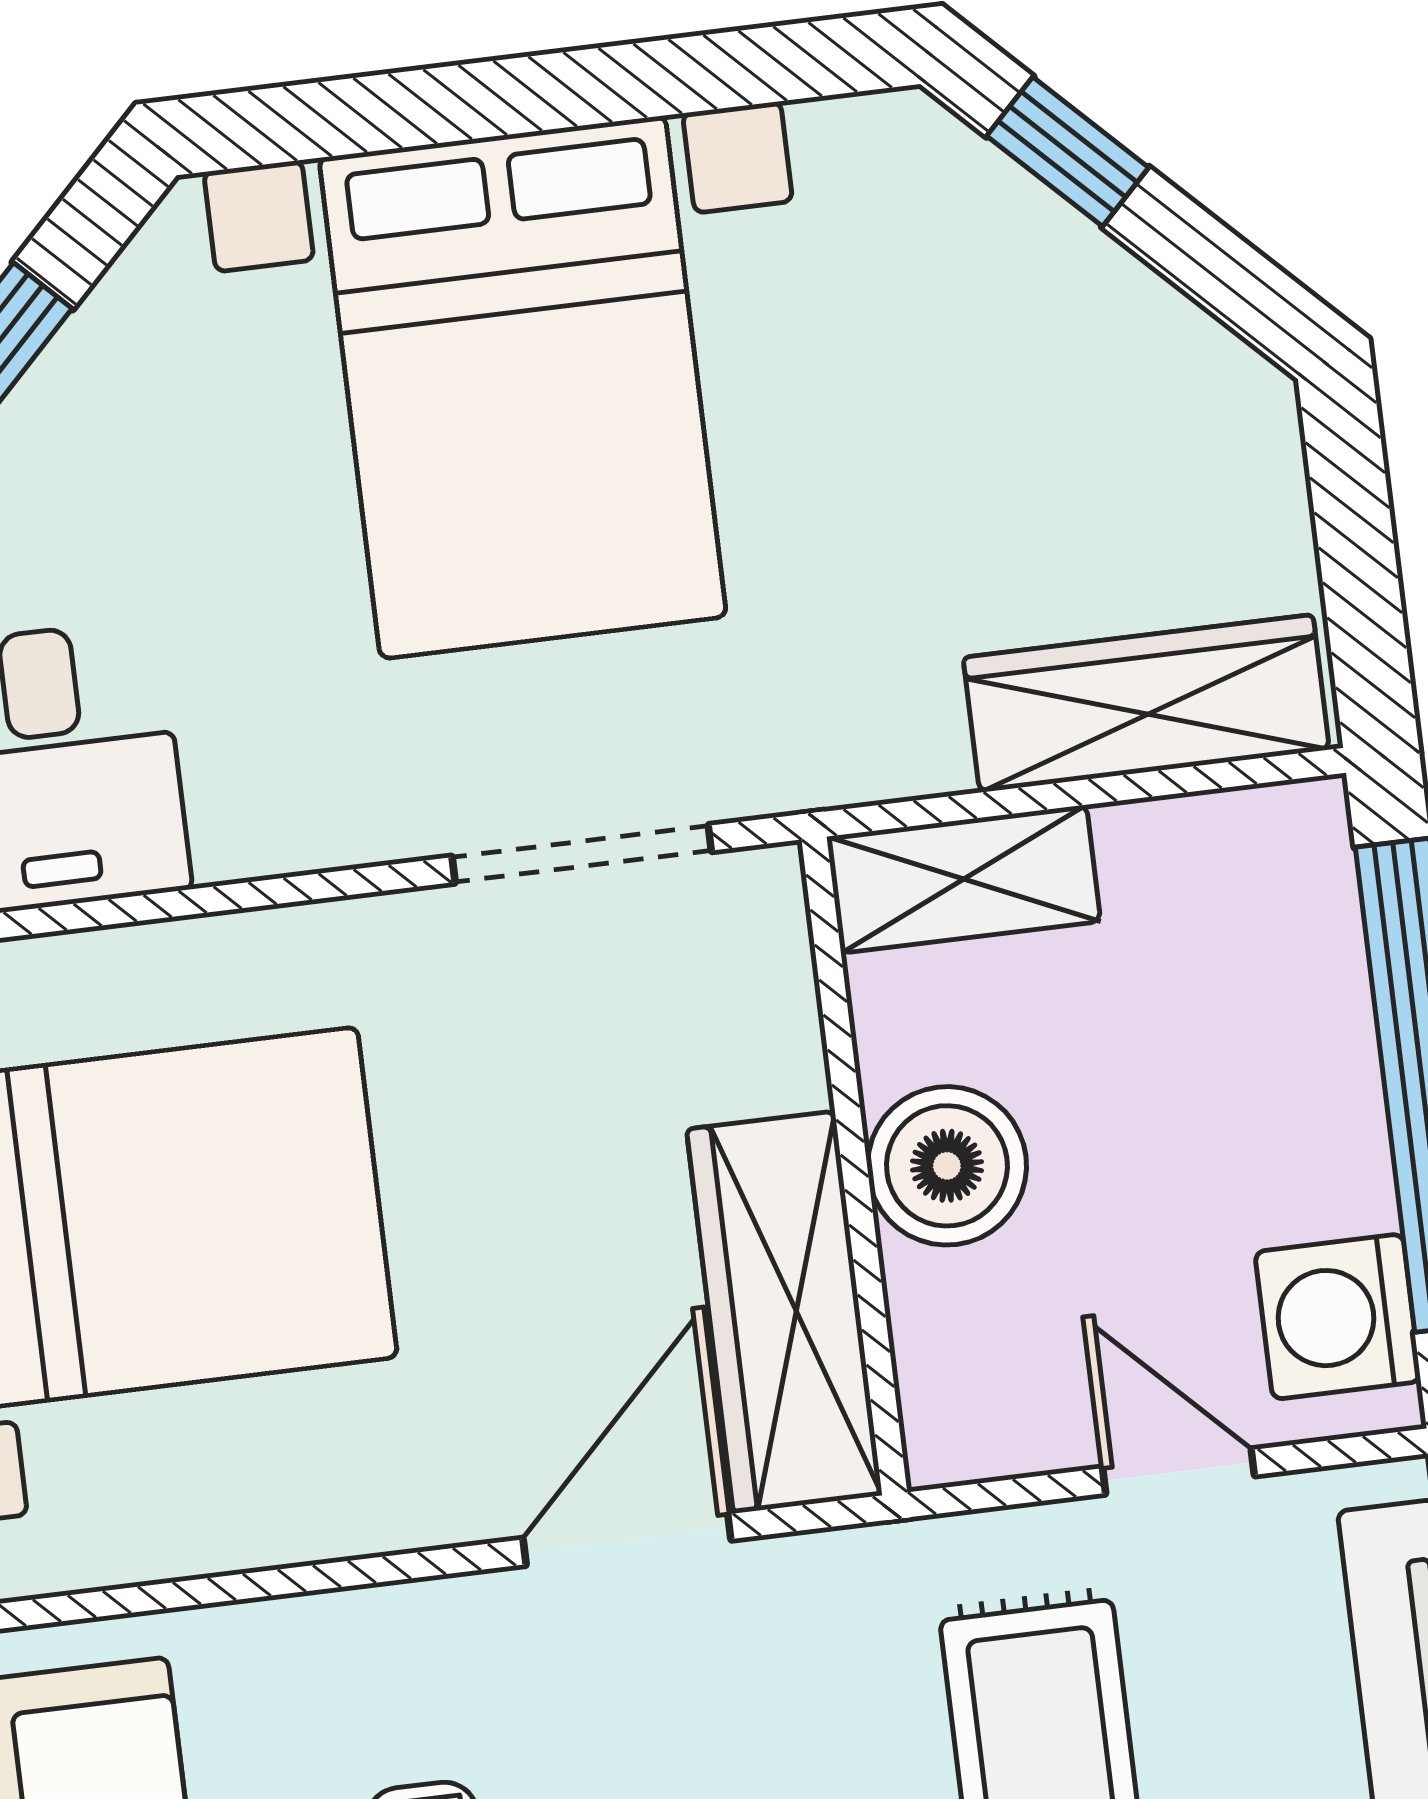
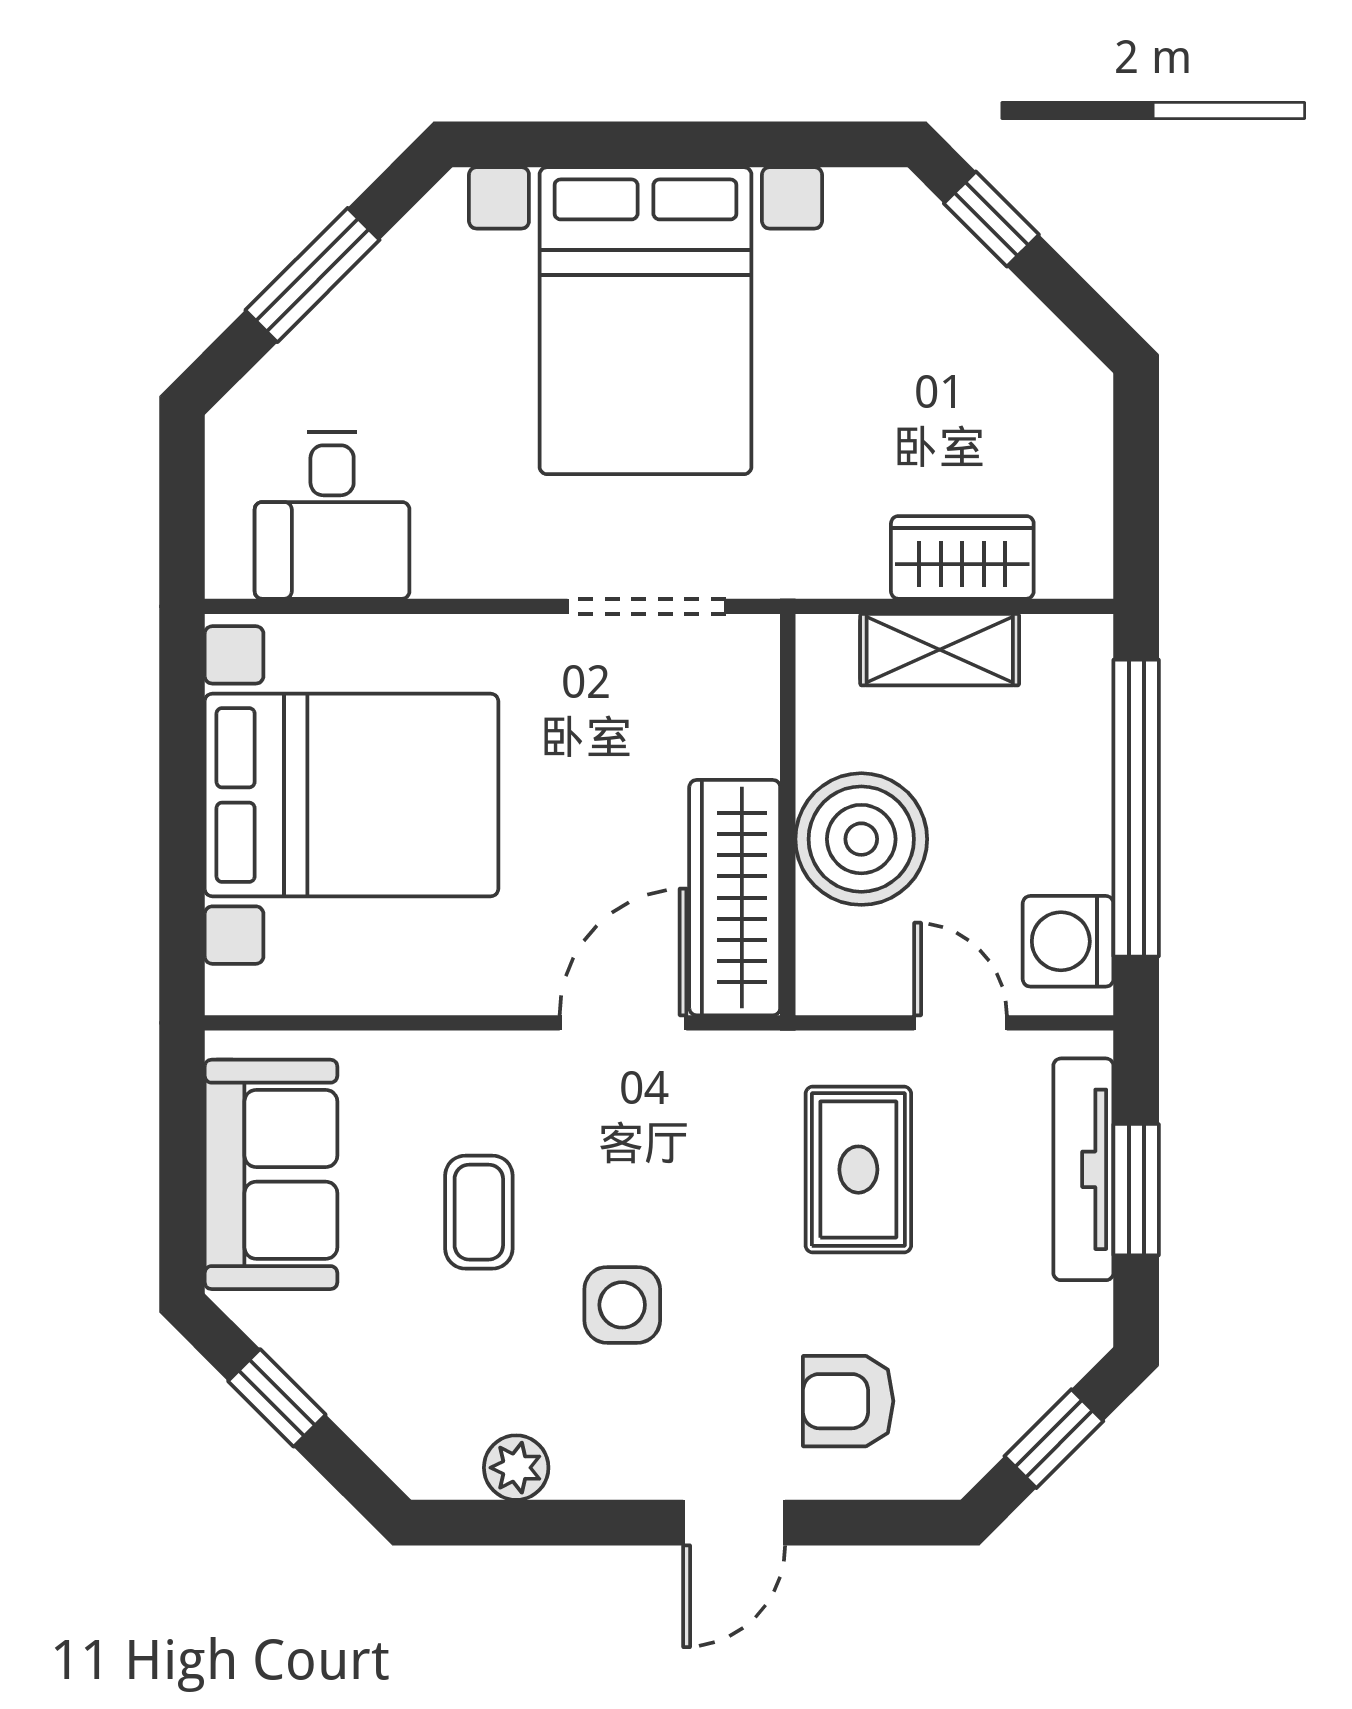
wardrobe: (1146, 703) -> (962, 557), width x0.67
shelving: (964, 879) -> (940, 650), moved
boiler: (947, 1166) -> (861, 839), width x1.37, depth x1.37

